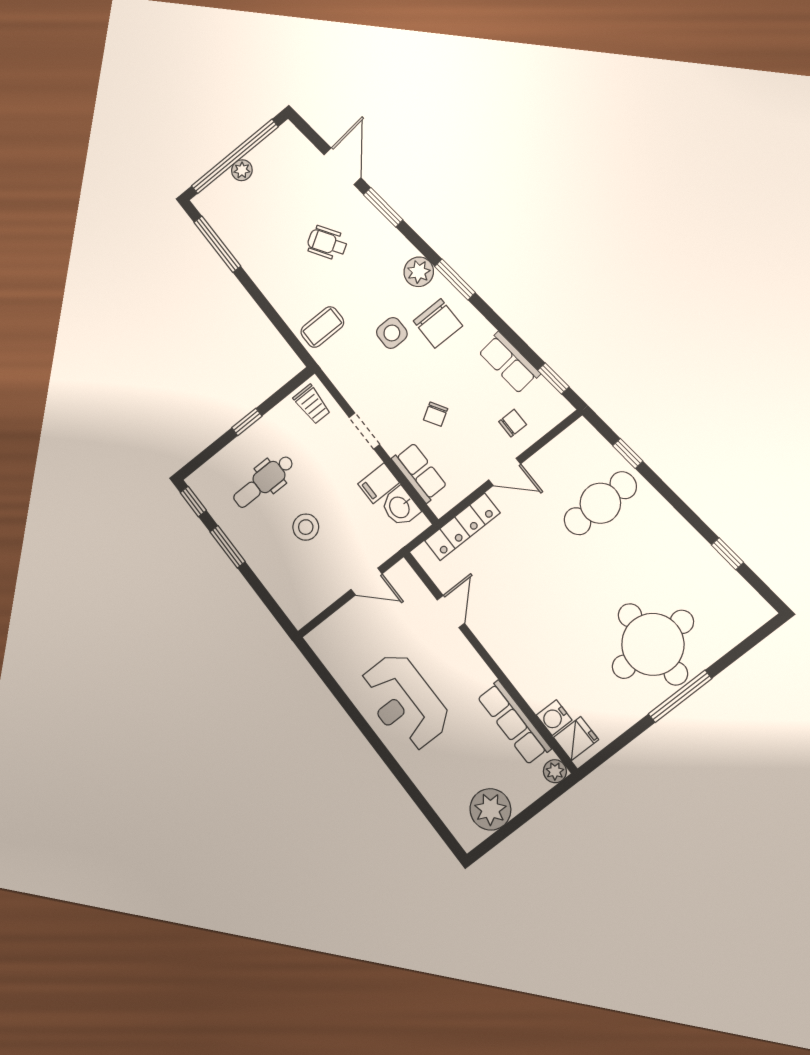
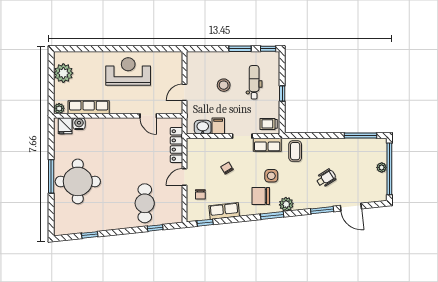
row of seats: (419, 473) -> (267, 145), moved

